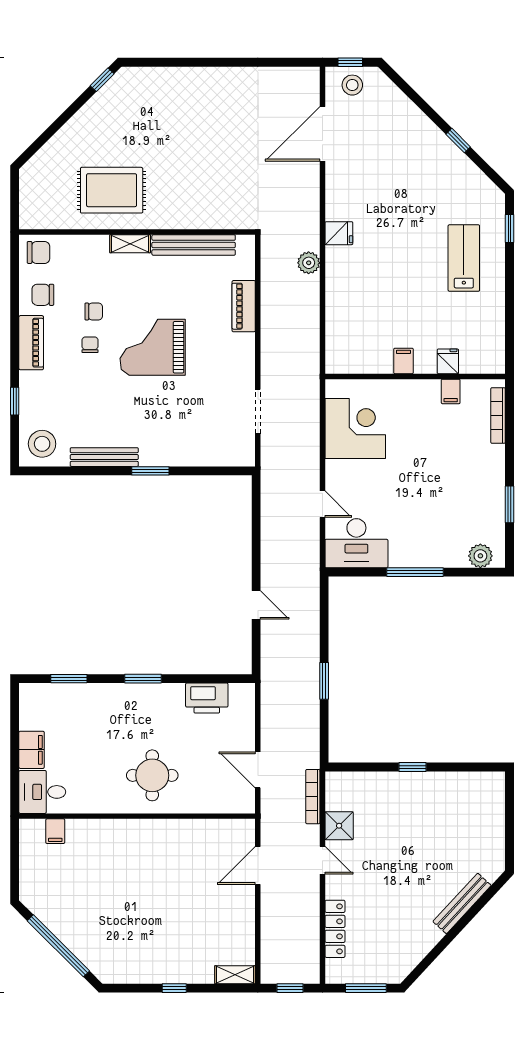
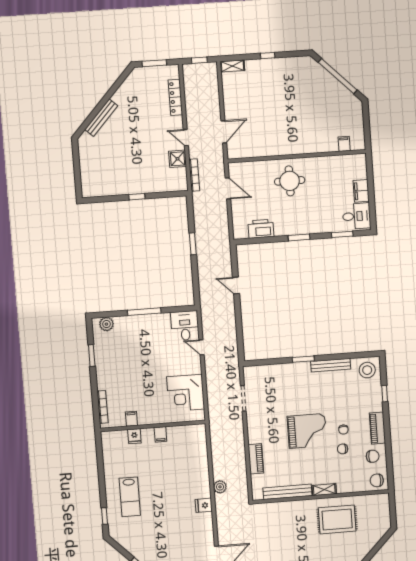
desk: (356, 543) -> (185, 326), width x0.73
desk: (42, 792) -> (357, 216), moved

